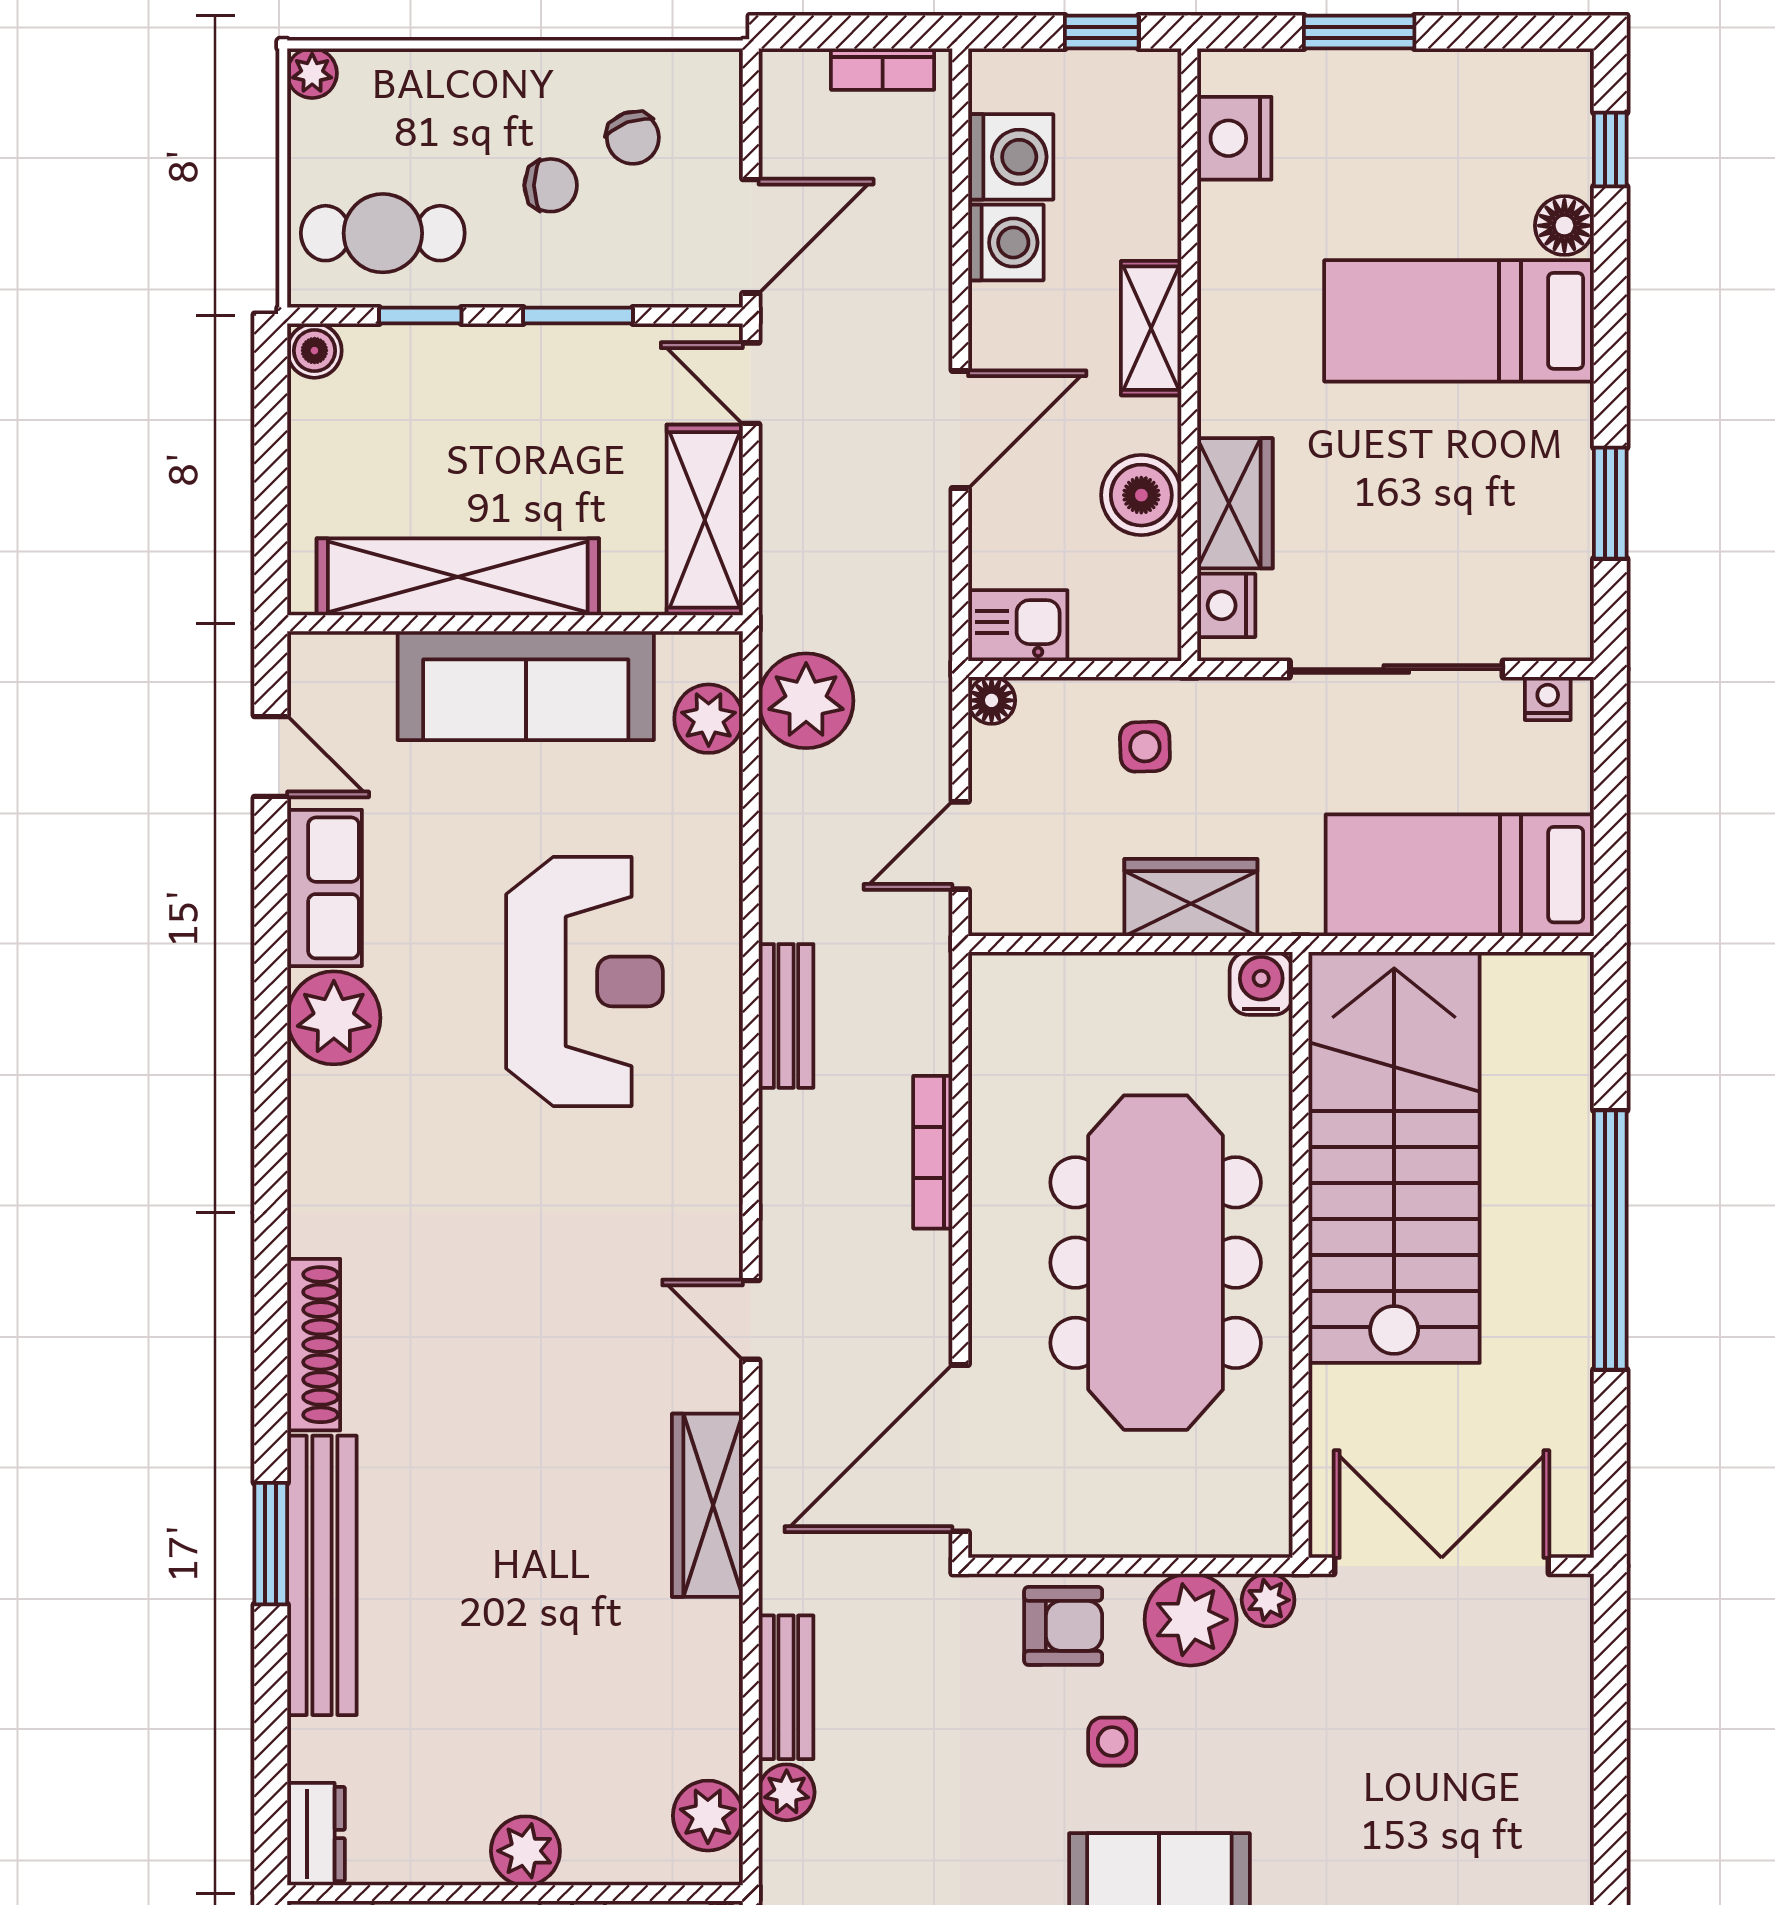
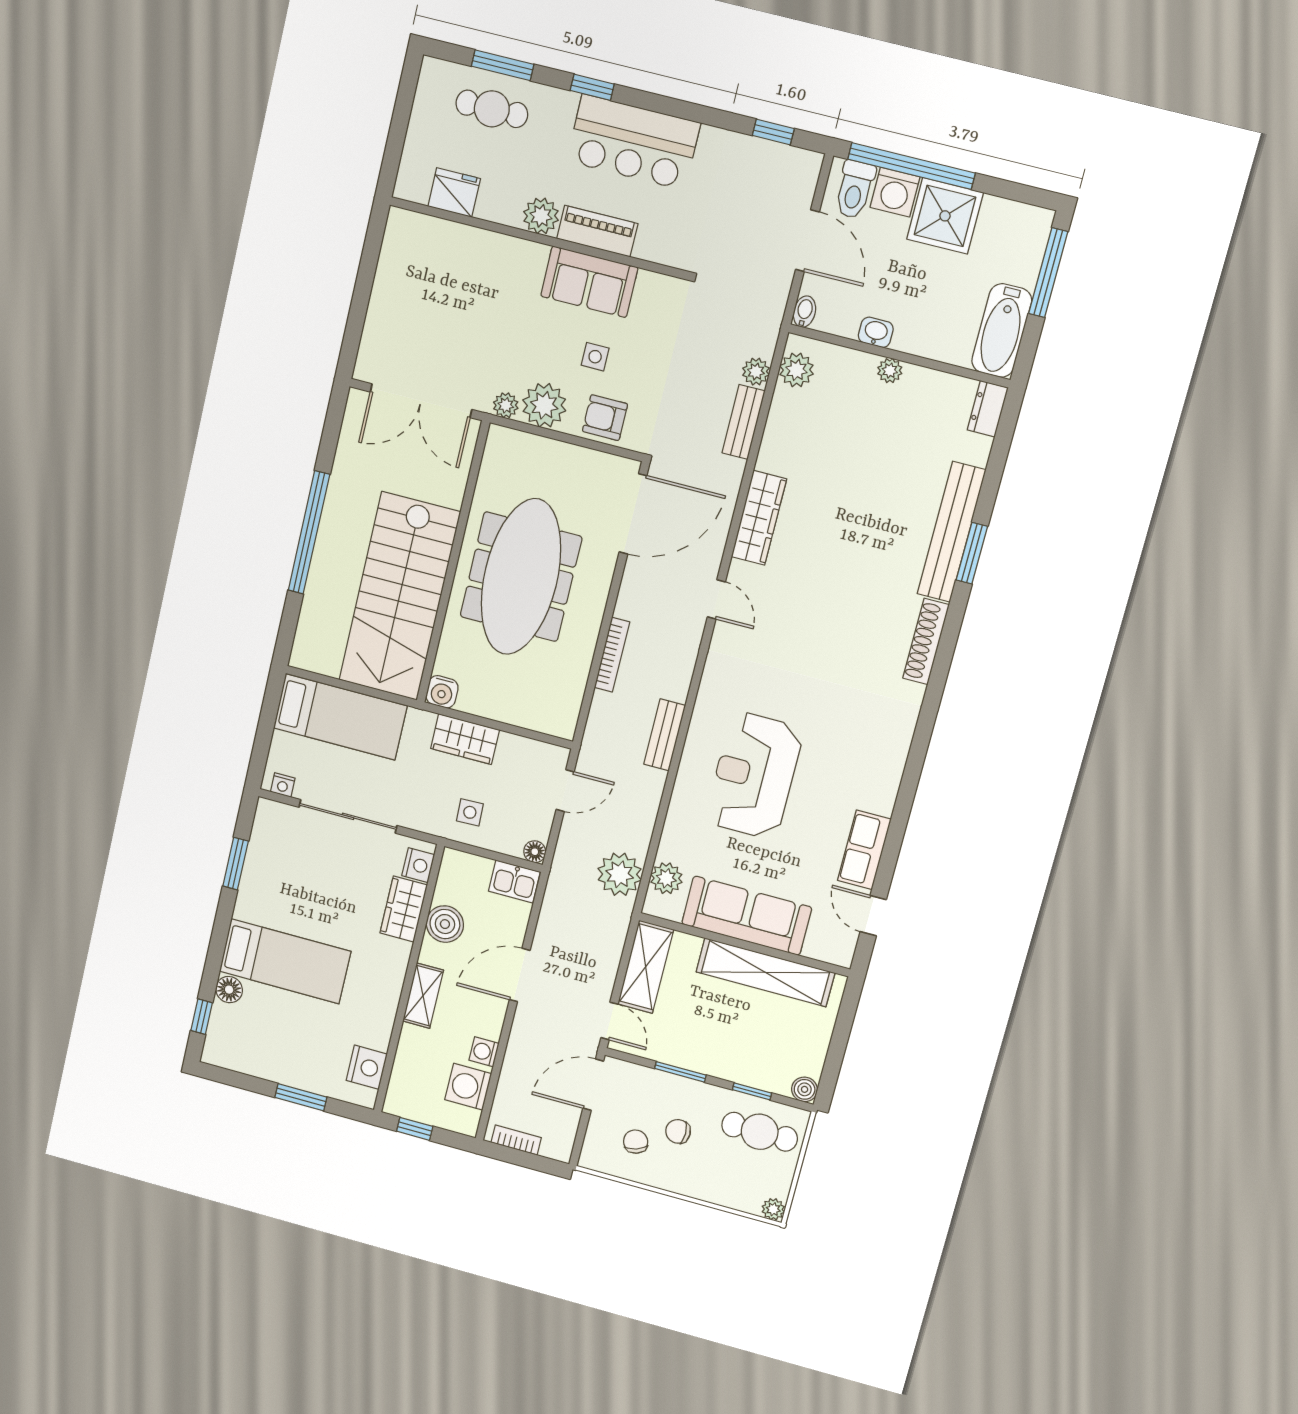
washing machine: (1006, 243) -> (484, 1052), width x0.73, depth x0.73
plant: (334, 1018) -> (876, 790), removed
plant: (525, 1851) -> (890, 371), width x0.73, depth x0.73

